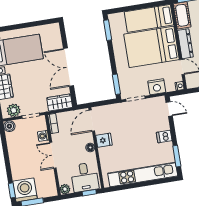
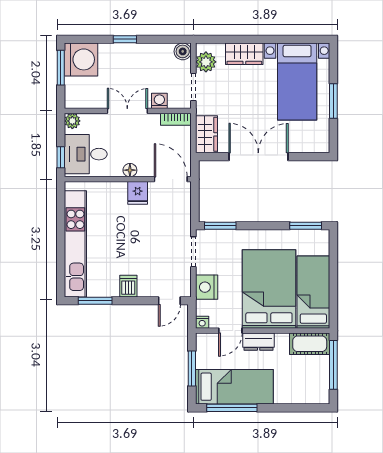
window: (25, 25) -> (333, 101), added
dresser: (185, 44) -> (259, 342), width x0.70
window: (12, 190) -> (125, 39), moved

